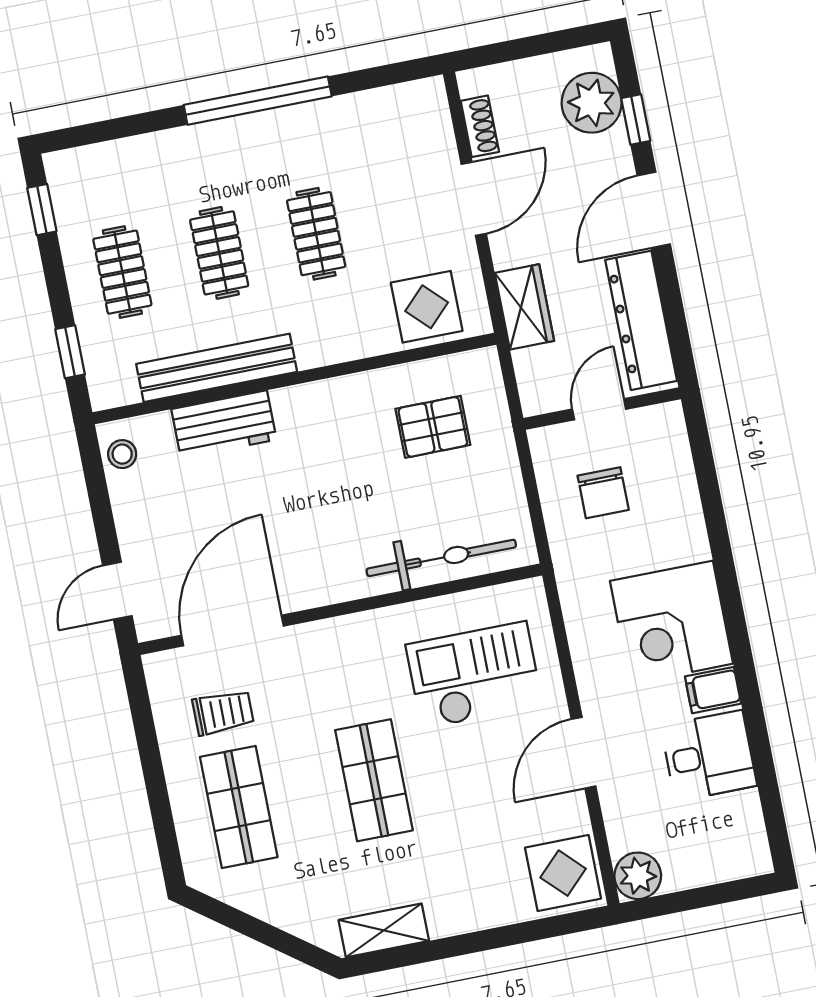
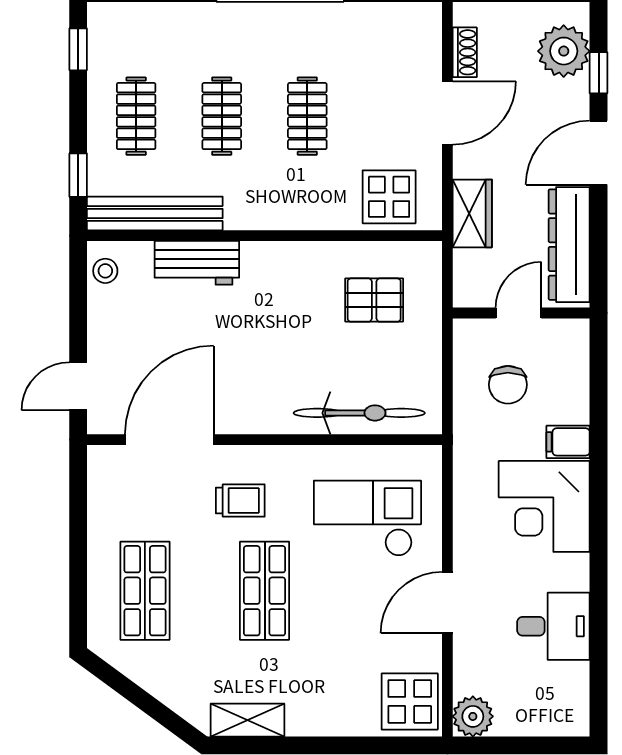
bench: (217, 368) -> (155, 213), moved
filing cabinet: (713, 690) -> (568, 442), moved
trolley: (223, 712) -> (240, 500), moved

